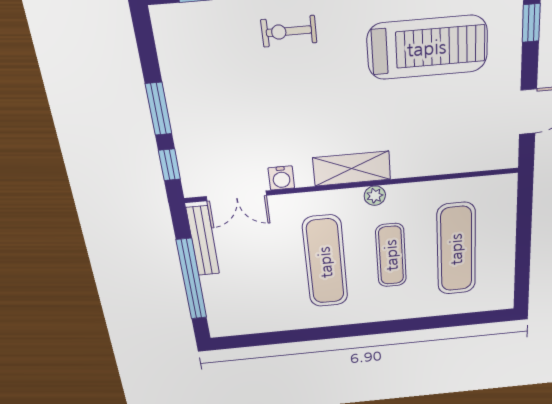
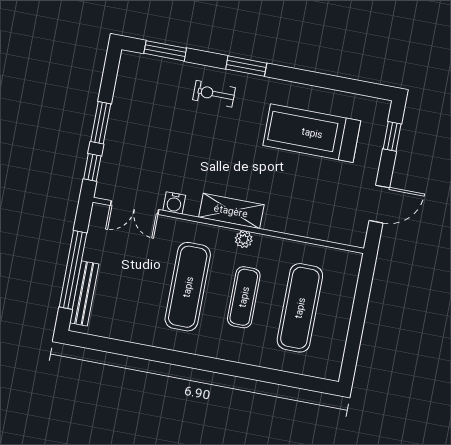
treadmill: (427, 48) -> (312, 133), turned 180
bench: (203, 241) -> (84, 293), moved

